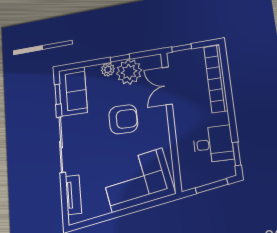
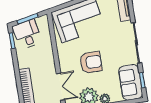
armchair: (123, 119) -> (91, 62), turned 180
desk: (213, 144) -> (27, 34), moved, turned 79

